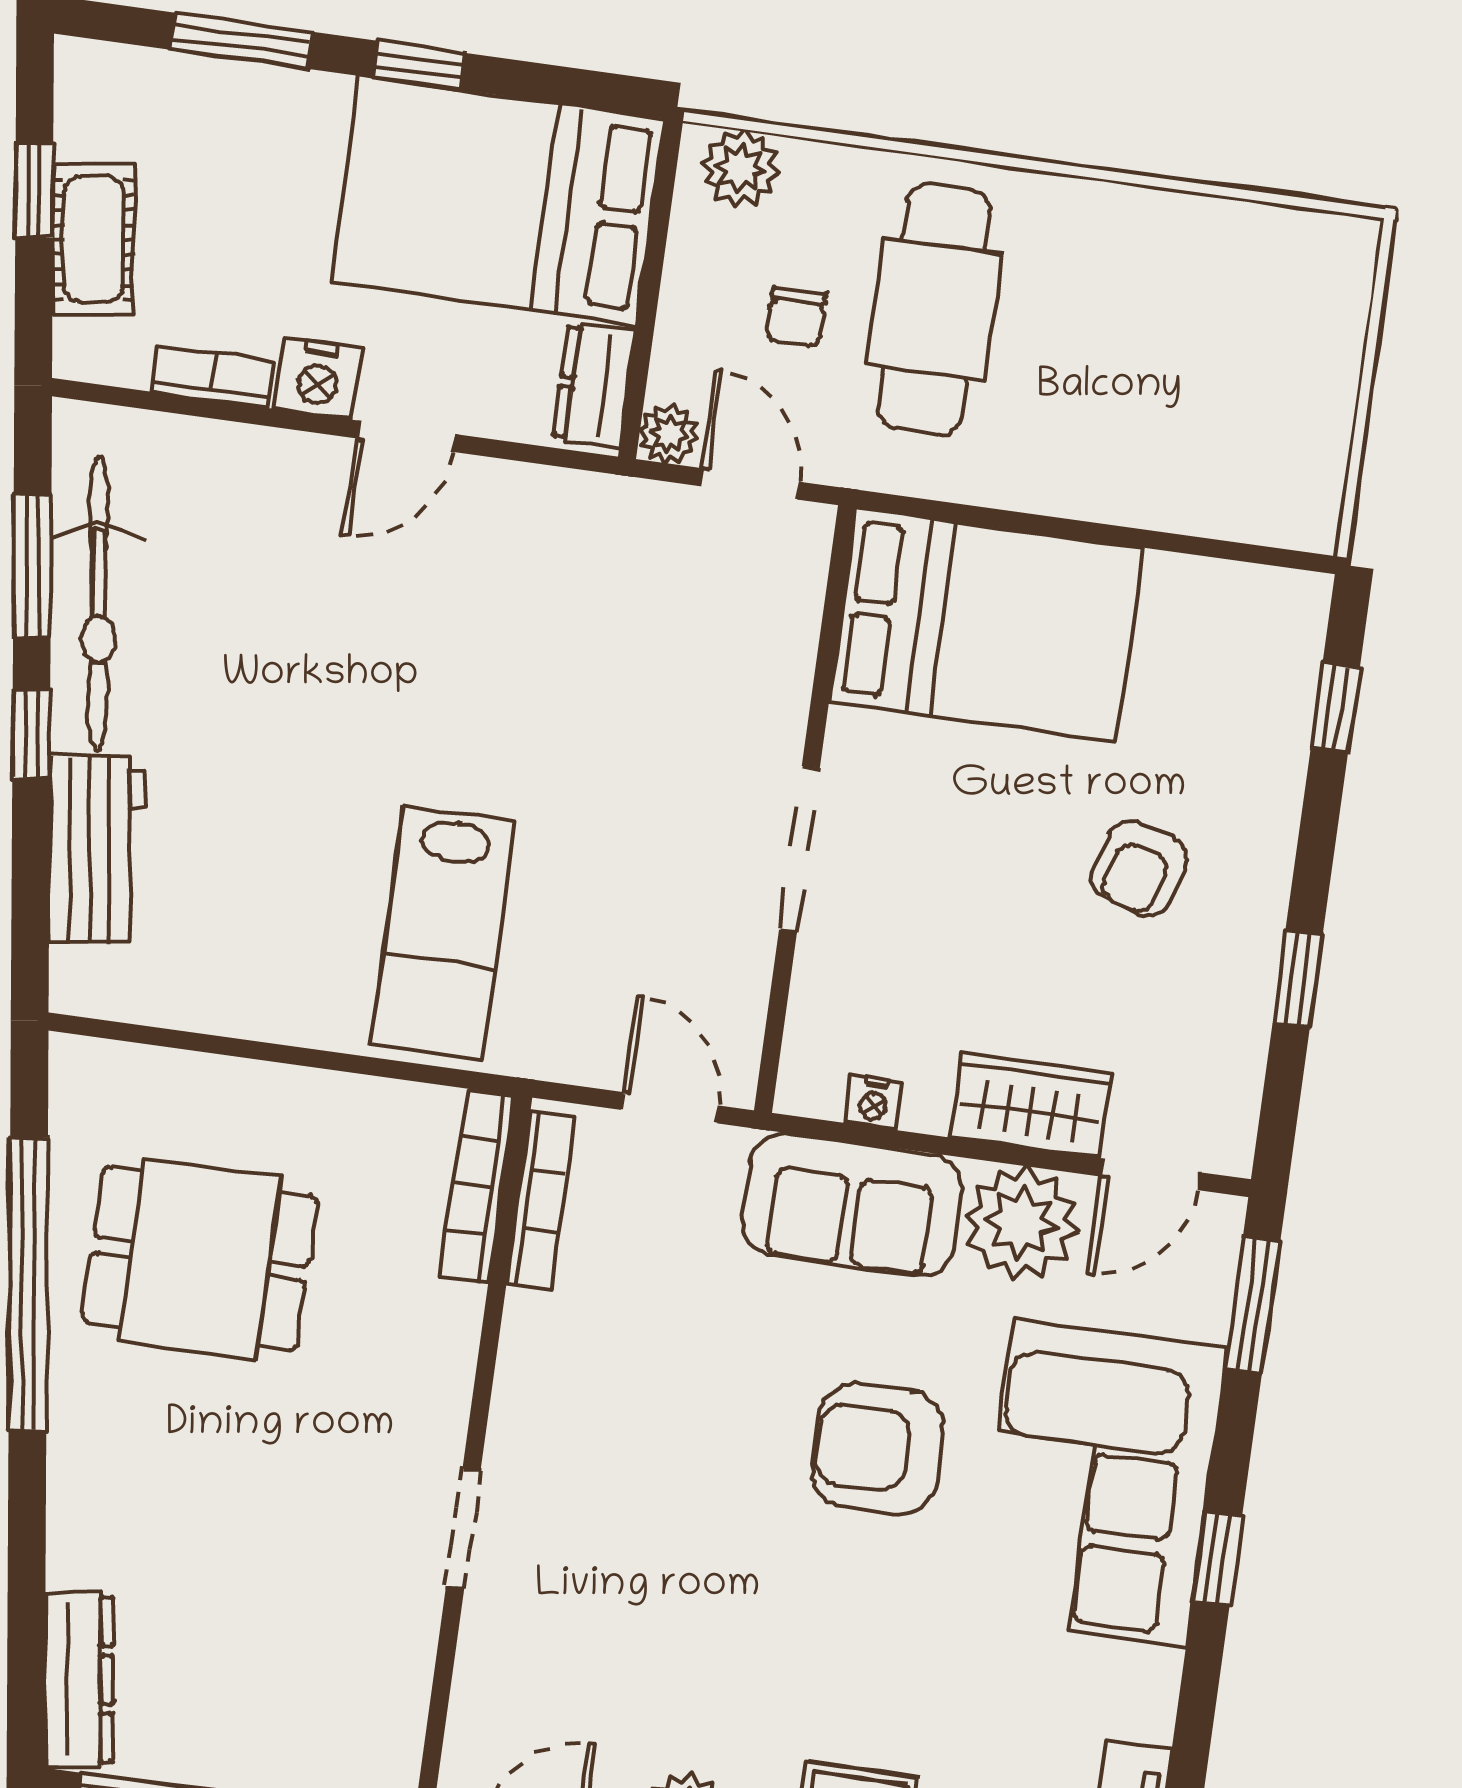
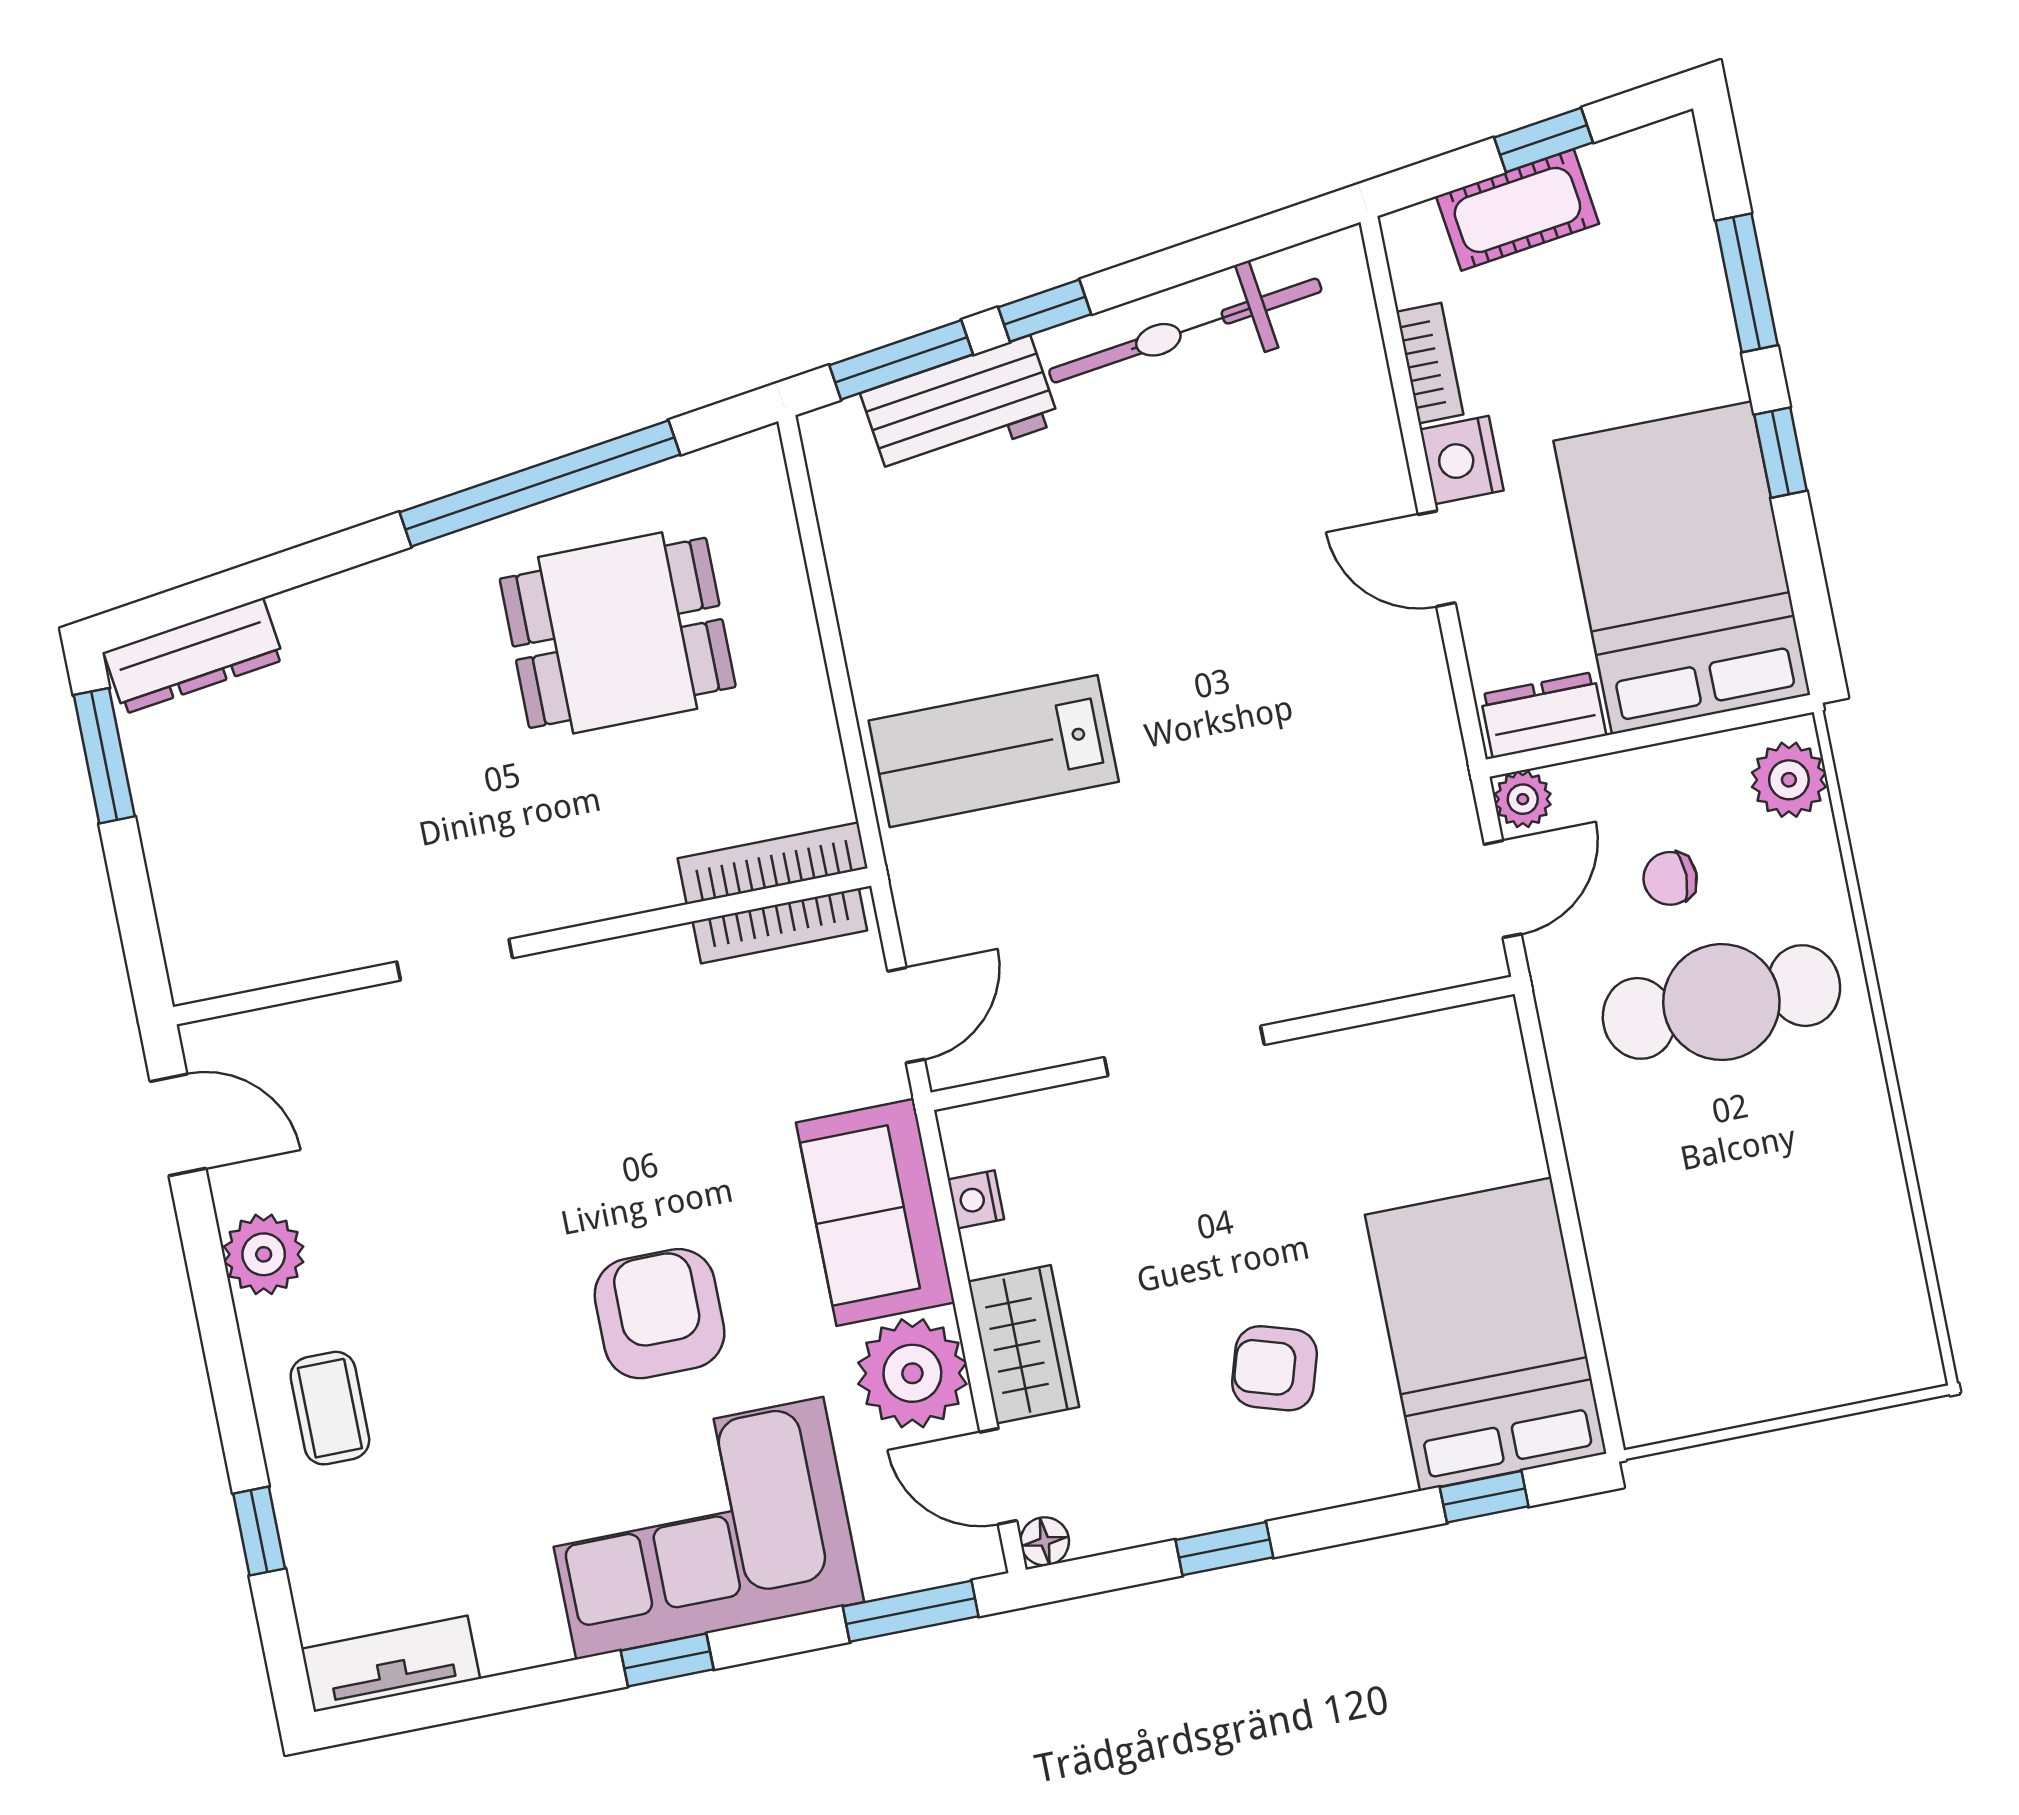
window: (32, 566) -> (901, 360), moved
bed: (986, 625) -> (1486, 1334), moved, turned 180
floor lamp: (1230, 1151) -> (1045, 1541), added
dining table: (200, 1259) -> (618, 633), turned 90

